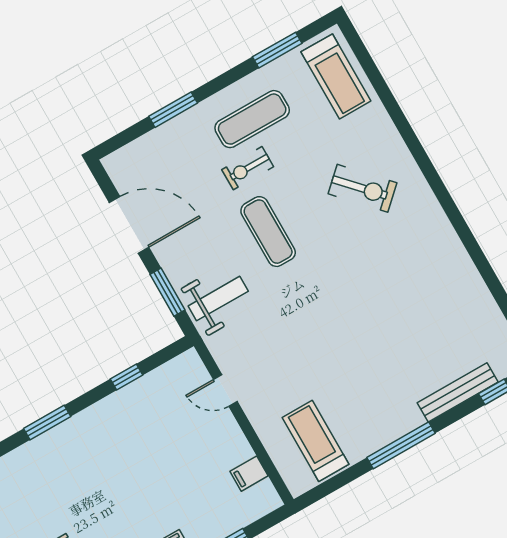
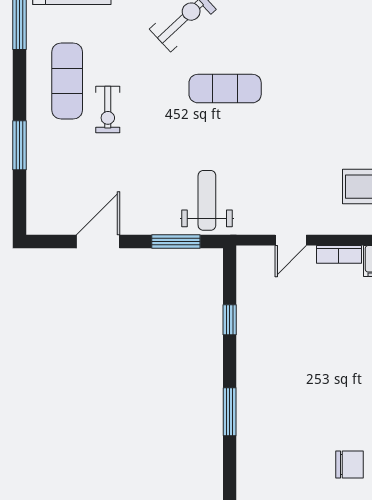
door: (129, 225) -> (98, 241), width x0.73
exercise mat: (268, 232) -> (225, 89), moved
bookcase: (237, 439) -> (339, 254), added

